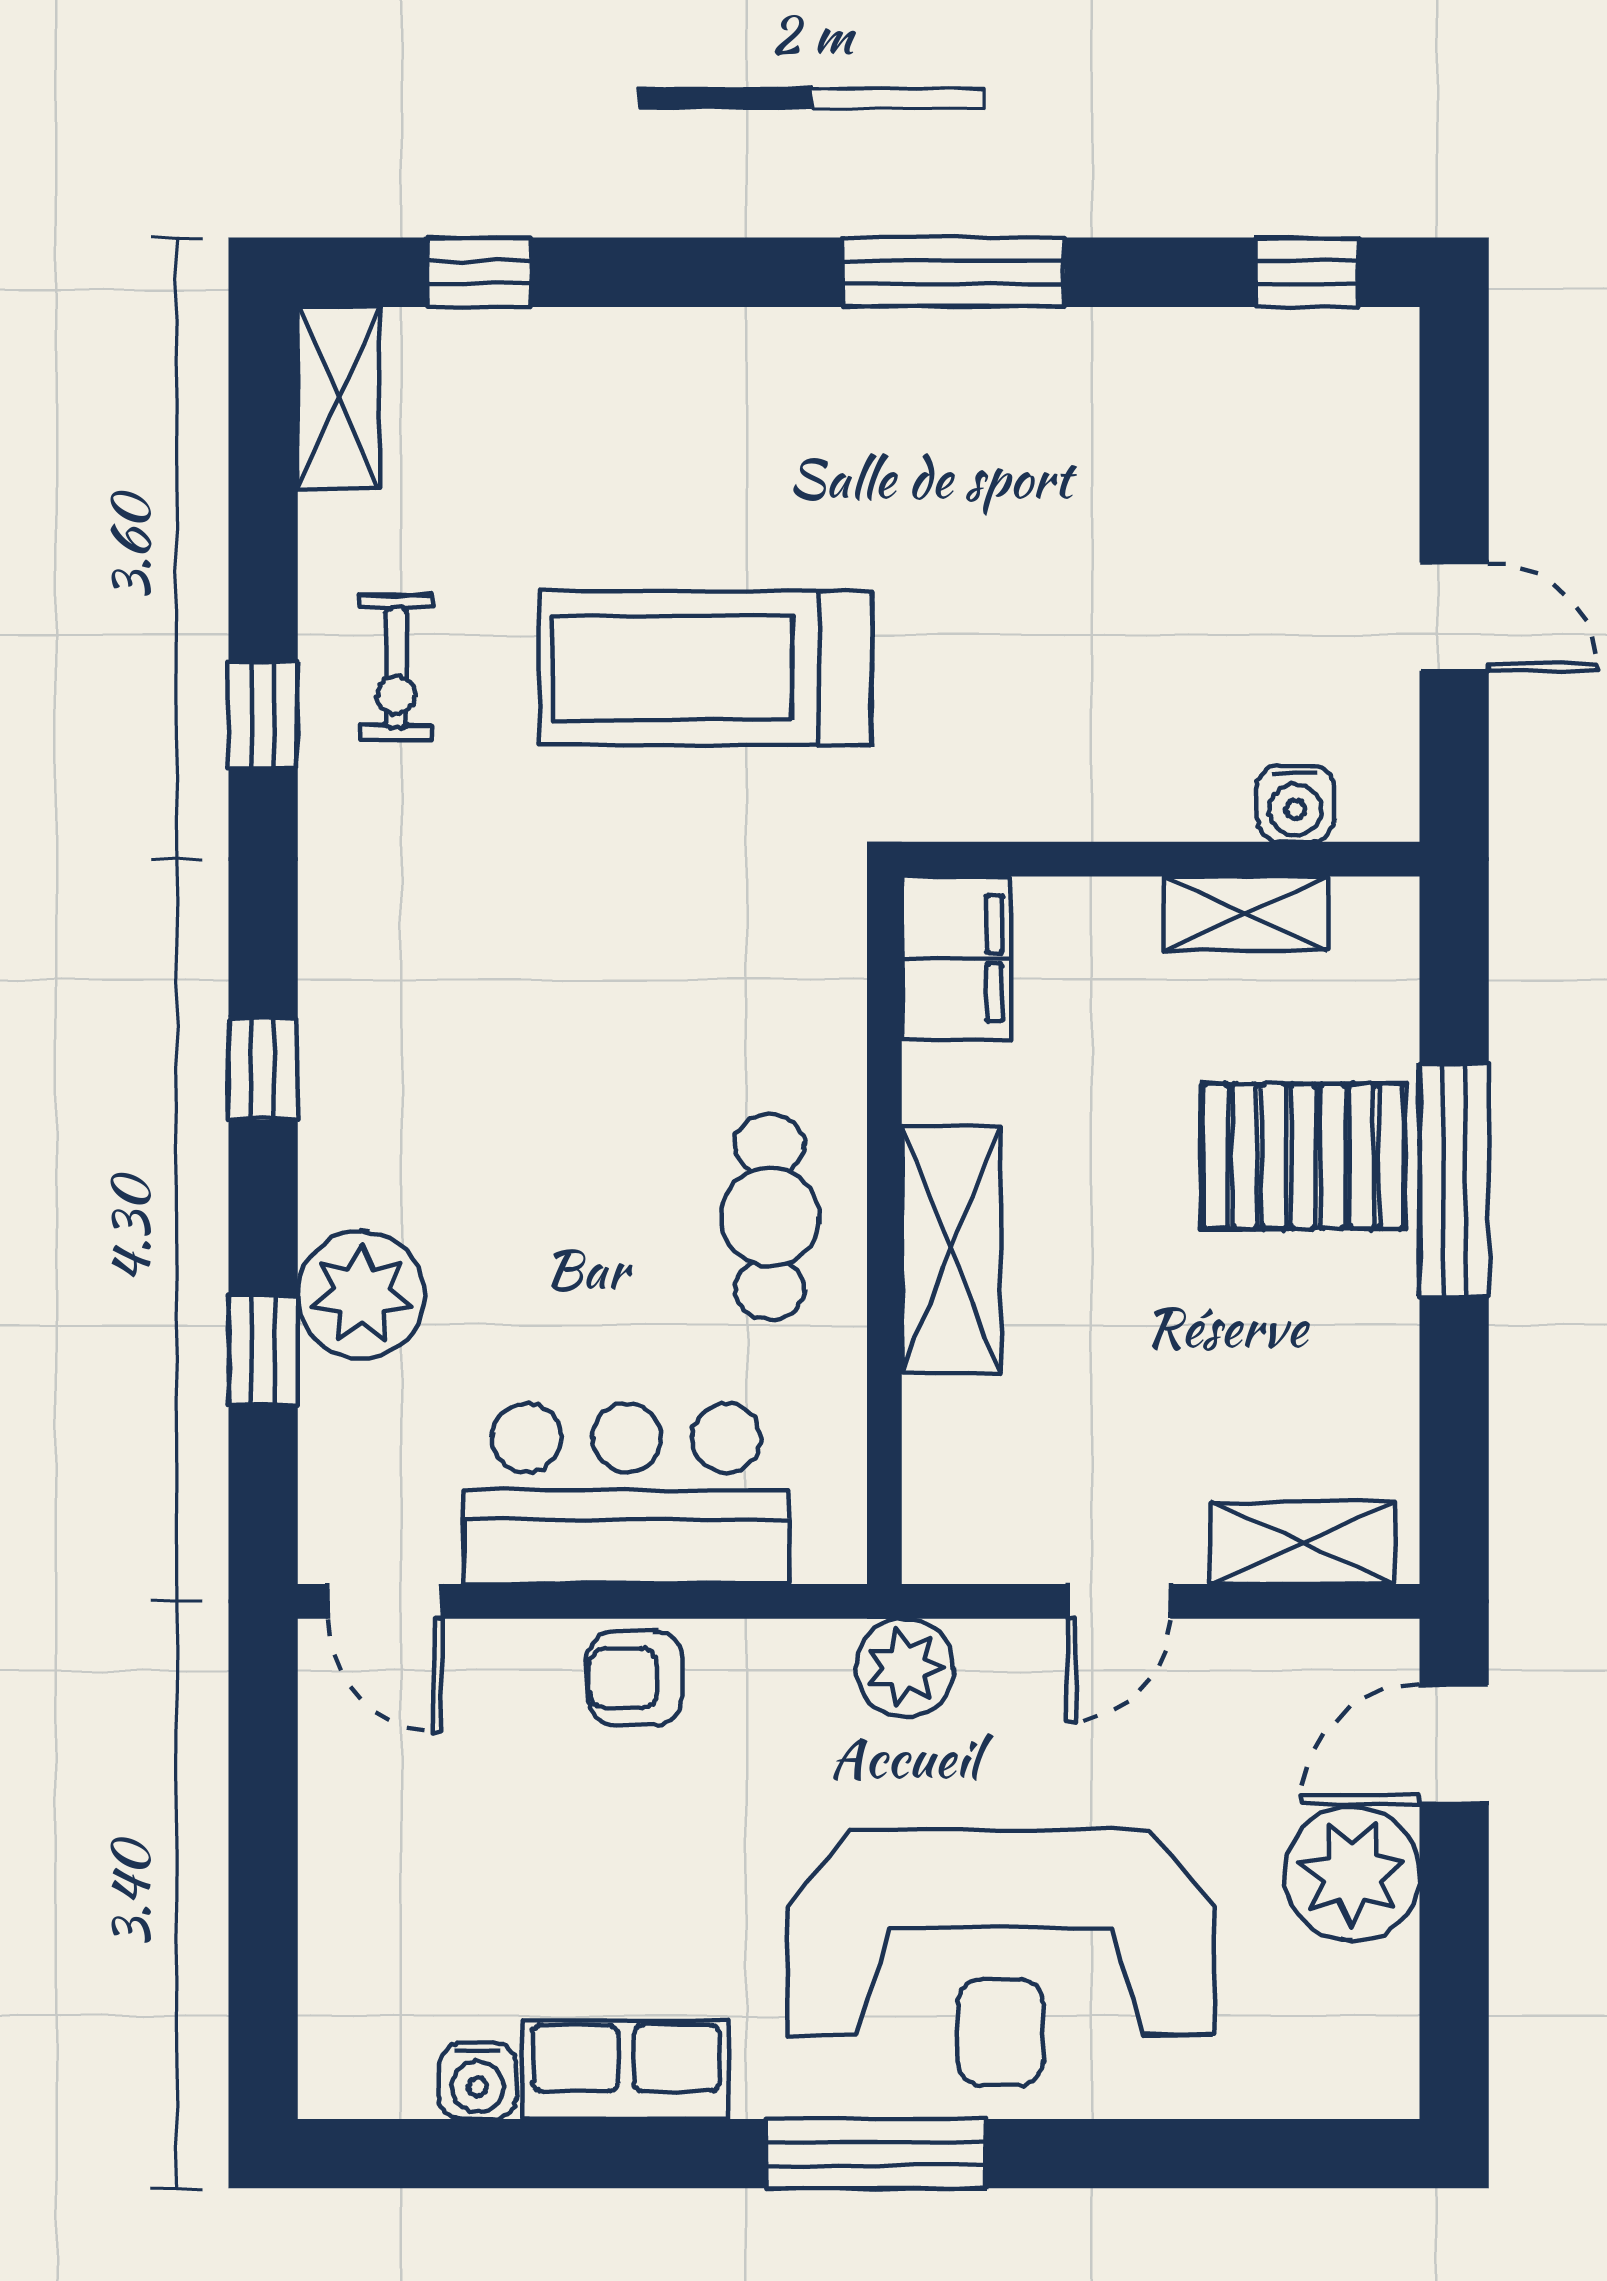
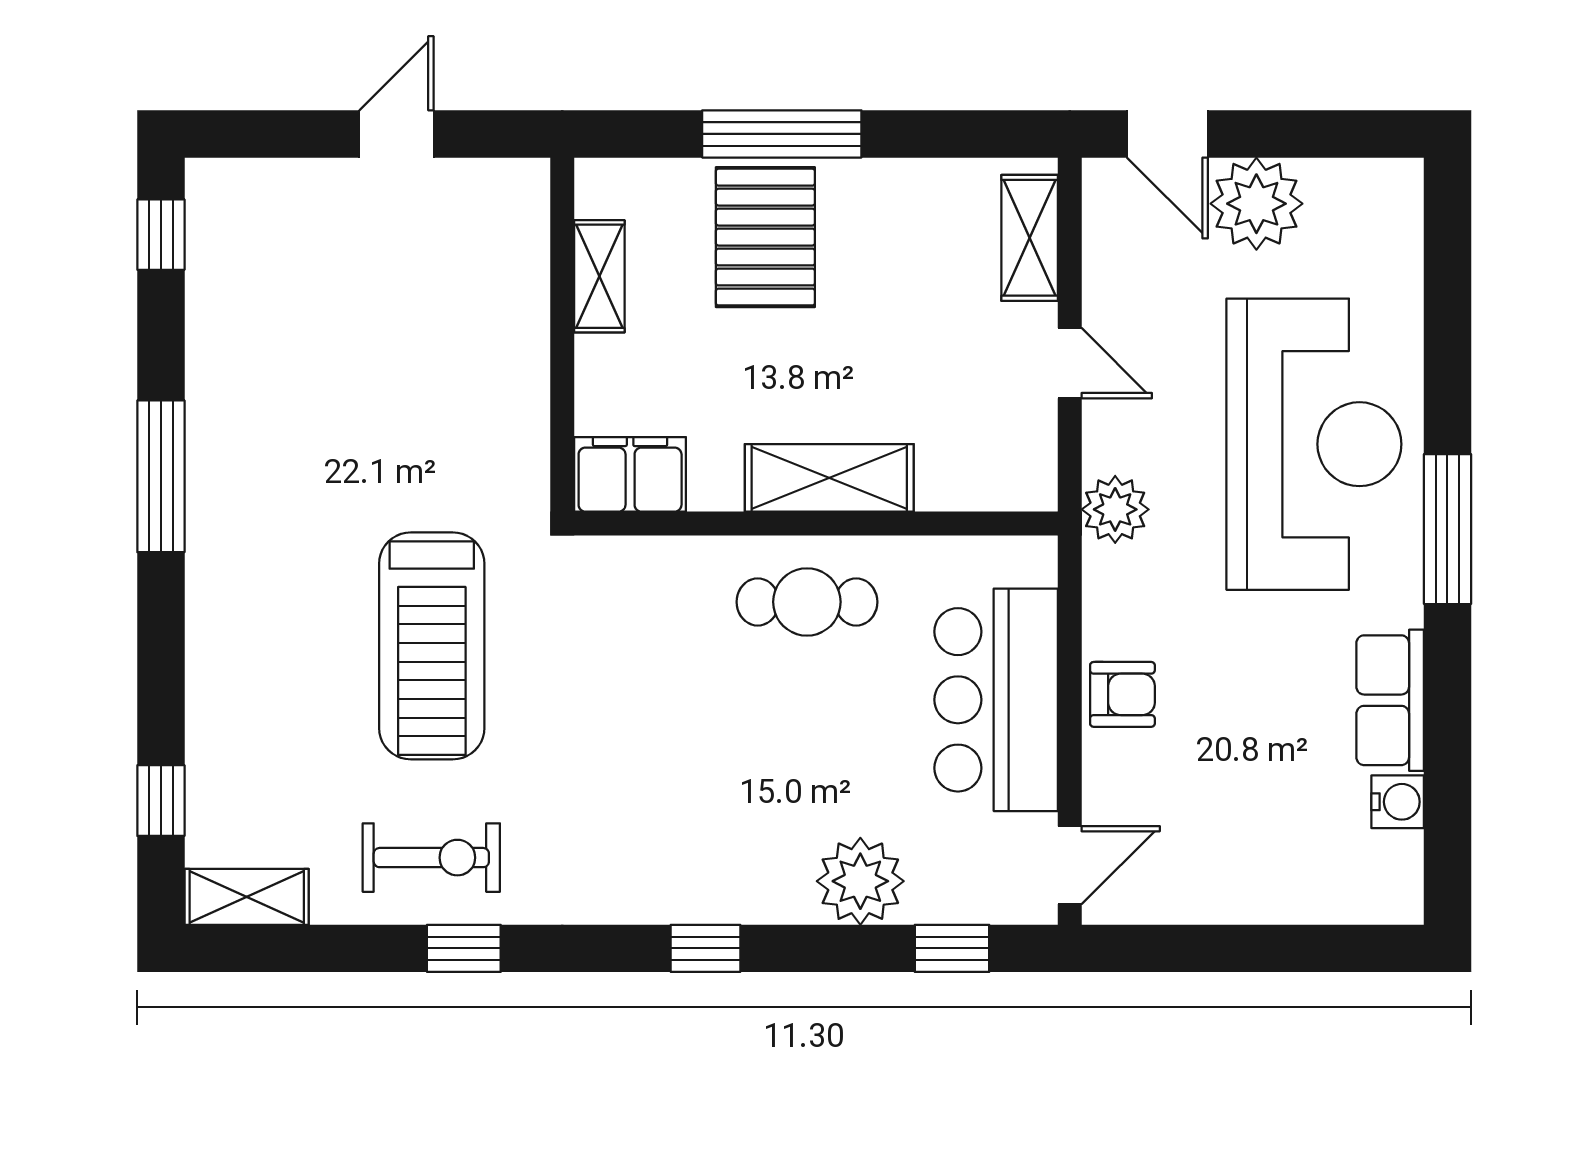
exercise bike: (396, 668) -> (431, 858), width x1.38, depth x1.39
water cooler: (1295, 803) -> (524, 242), removed
window: (263, 1350) -> (952, 948), moved
armchair: (635, 1678) -> (1122, 694), turned -90

